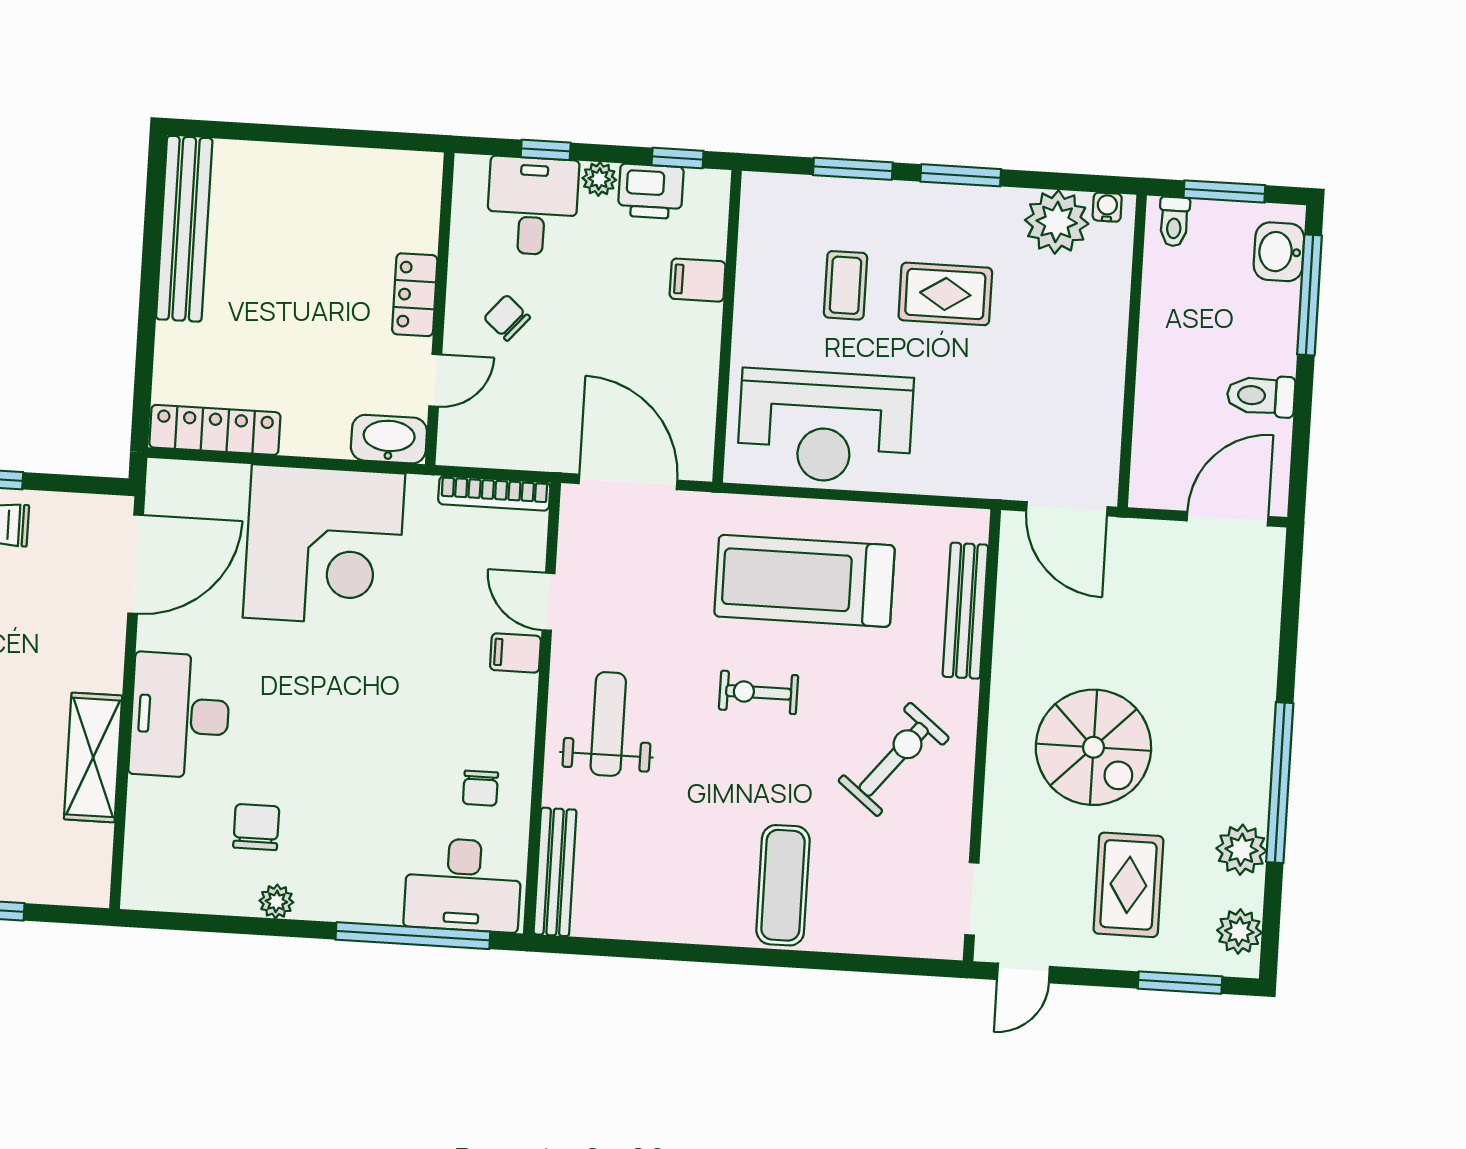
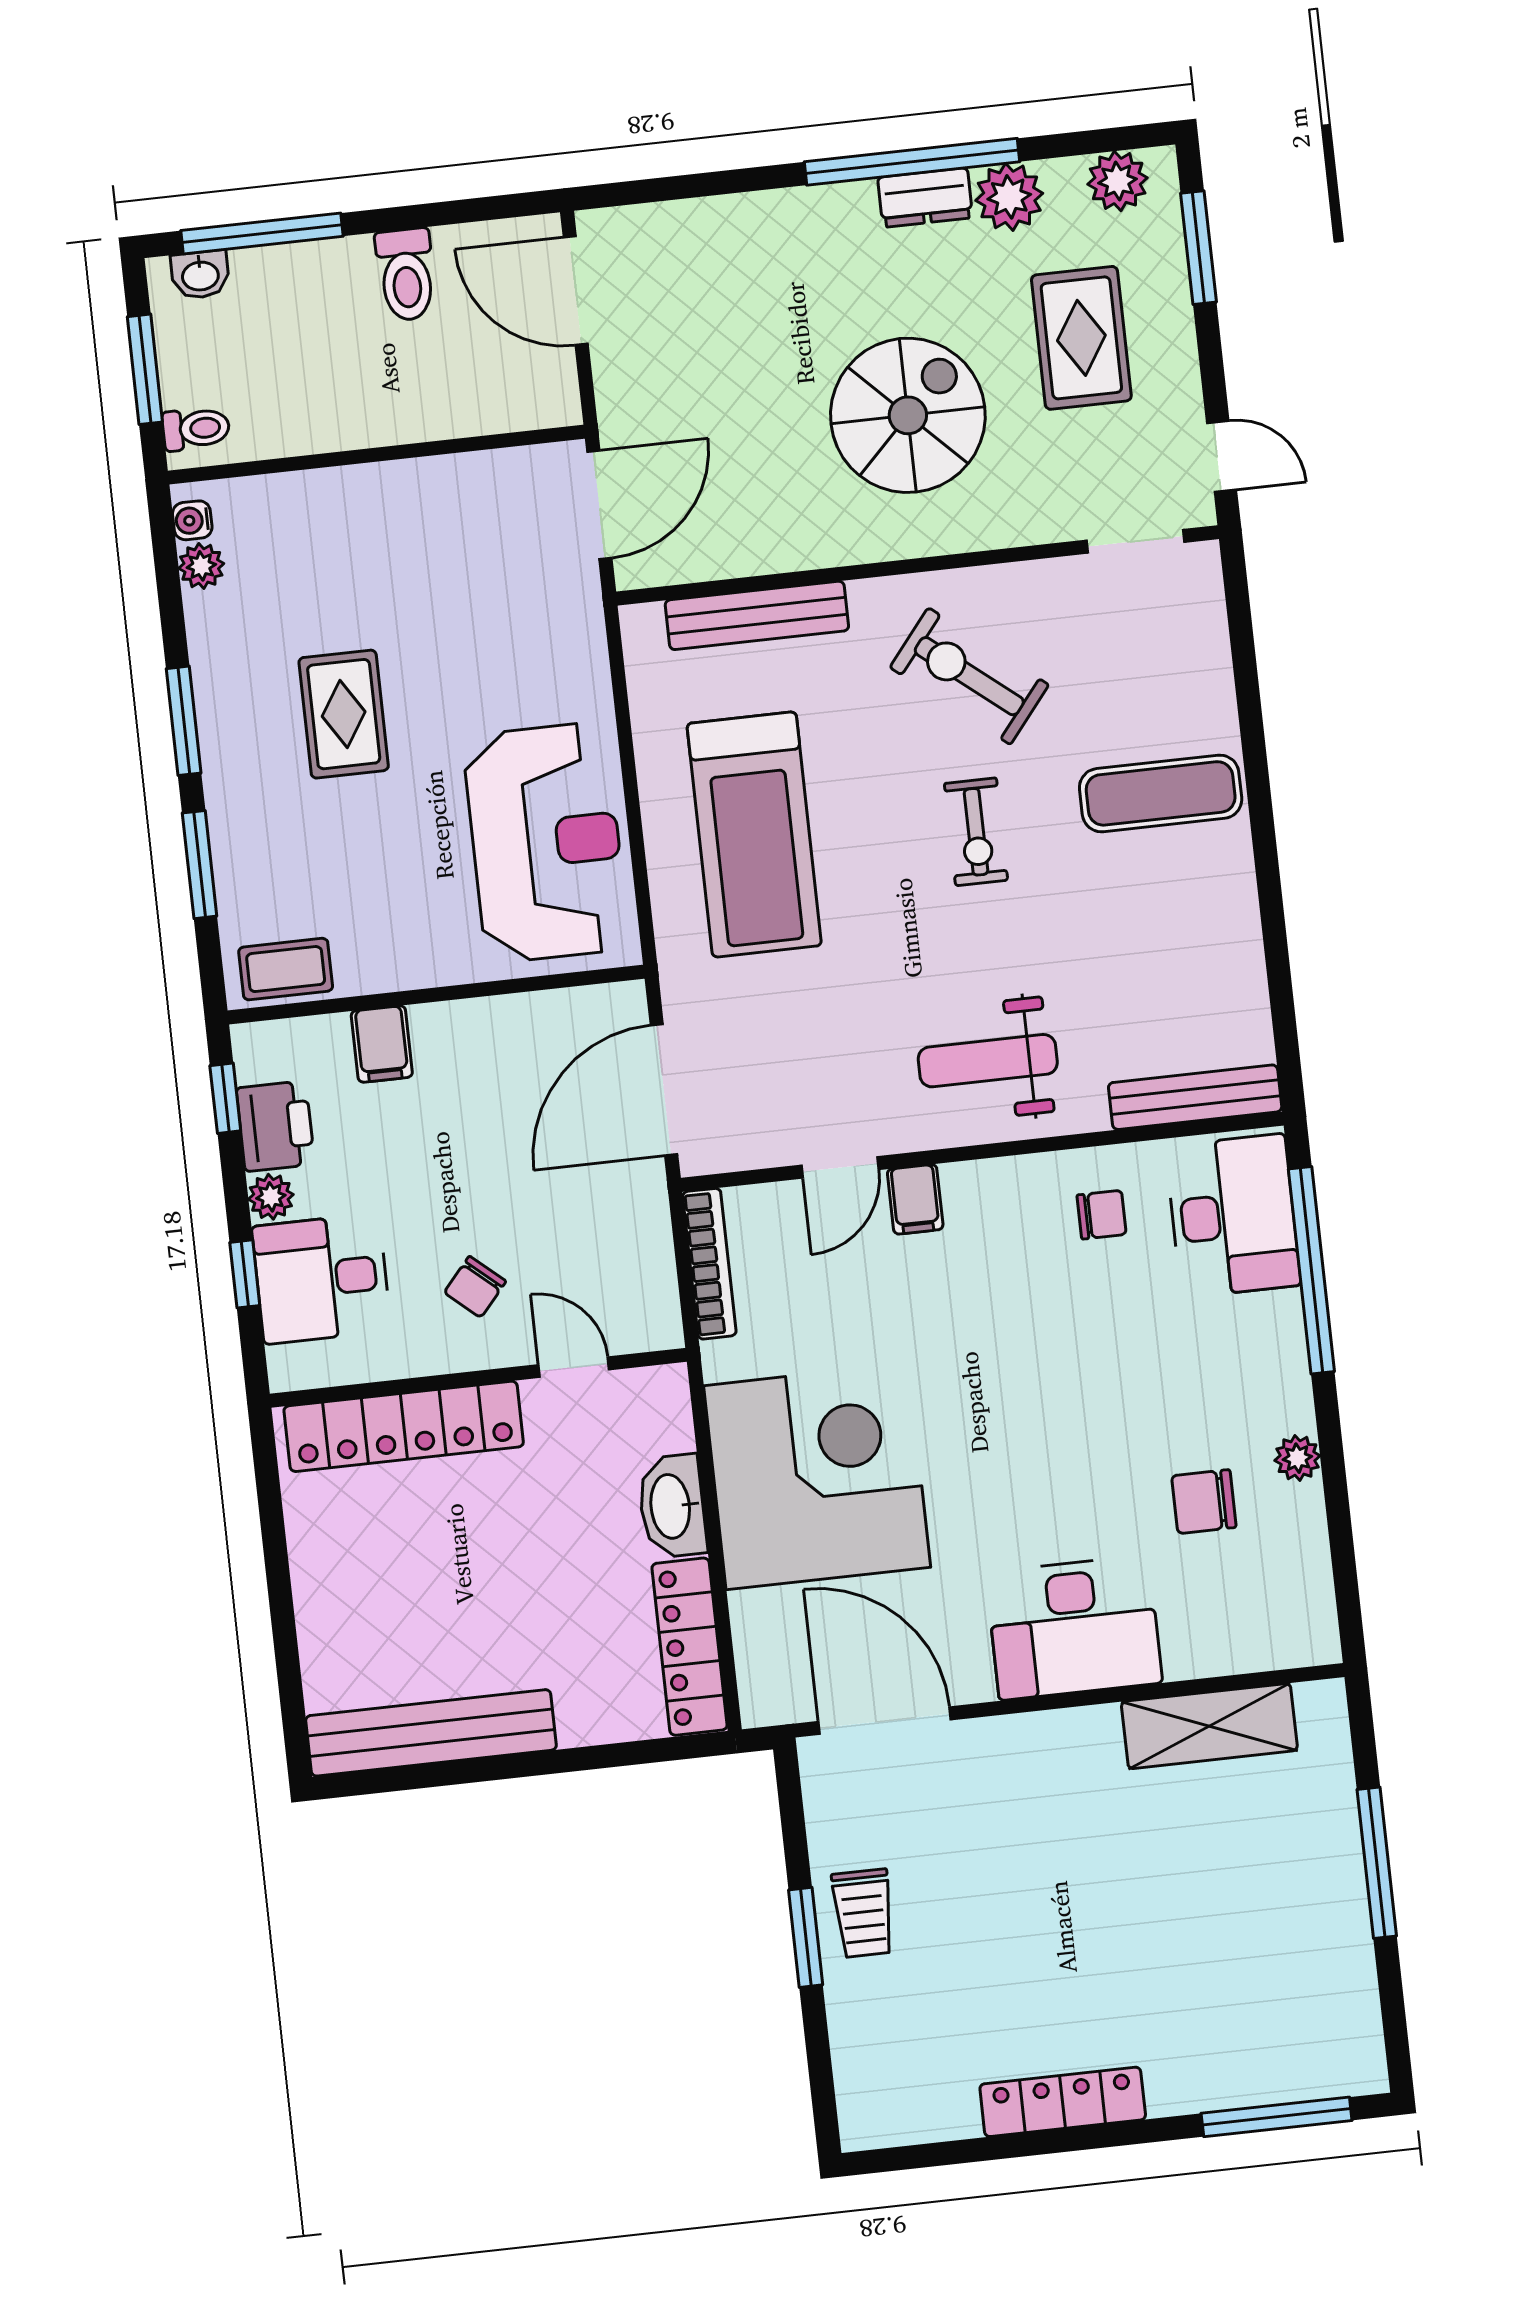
plant: (1057, 222) -> (201, 566), width x0.53, depth x0.53
washbasin: (1279, 252) -> (200, 275), width x0.72, depth x0.69
coffee table: (845, 285) -> (286, 969), moved
locker: (415, 295) -> (404, 1426), width x2.16, depth x1.21
washbasin: (389, 439) -> (672, 1506), moved
exercise bike: (759, 692) -> (976, 832), moved
shelving: (93, 757) -> (1209, 1726), moved
dresser: (1252, 788) -> (925, 198), added
rug: (1128, 885) -> (1081, 338), turned 90

